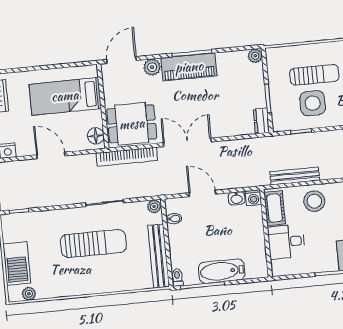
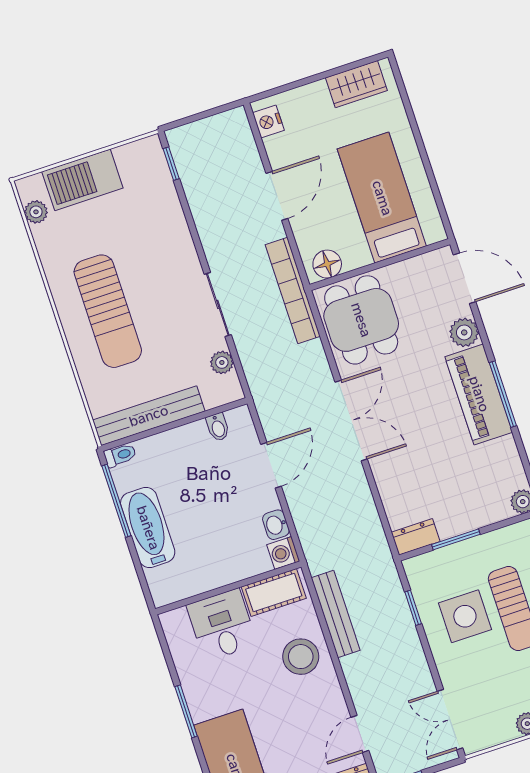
bookcase: (127, 157) -> (293, 290), moved
plant: (154, 206) -> (222, 362), moved
sun lounger: (93, 244) -> (108, 311), moved

